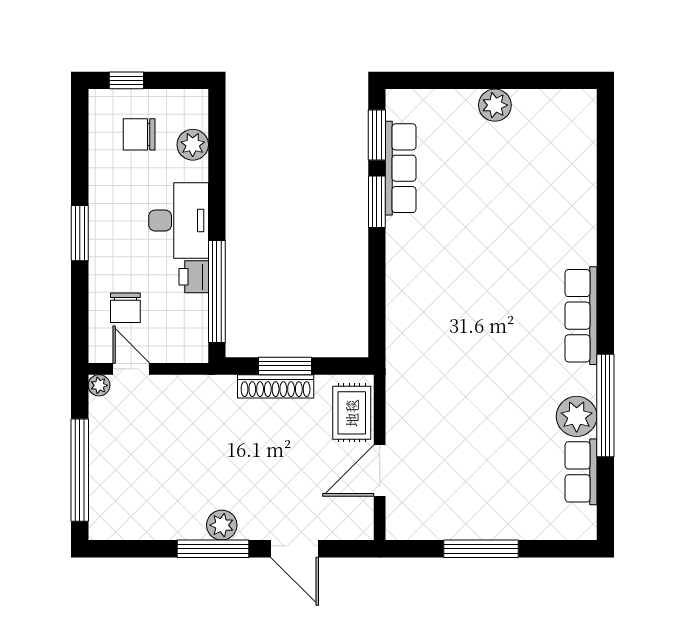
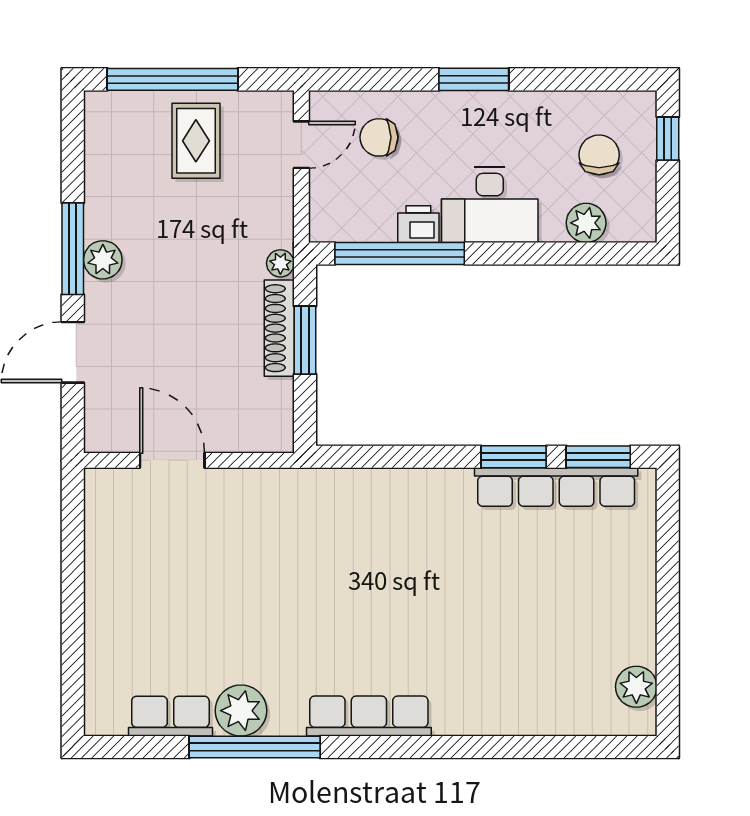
plant: (495, 105) -> (636, 687), moved
row of seats: (401, 168) -> (556, 487), width x1.36
plant: (99, 385) -> (280, 263), moved
rug: (352, 413) -> (196, 141), moved, turned 90
window: (481, 549) -> (73, 589), removed

